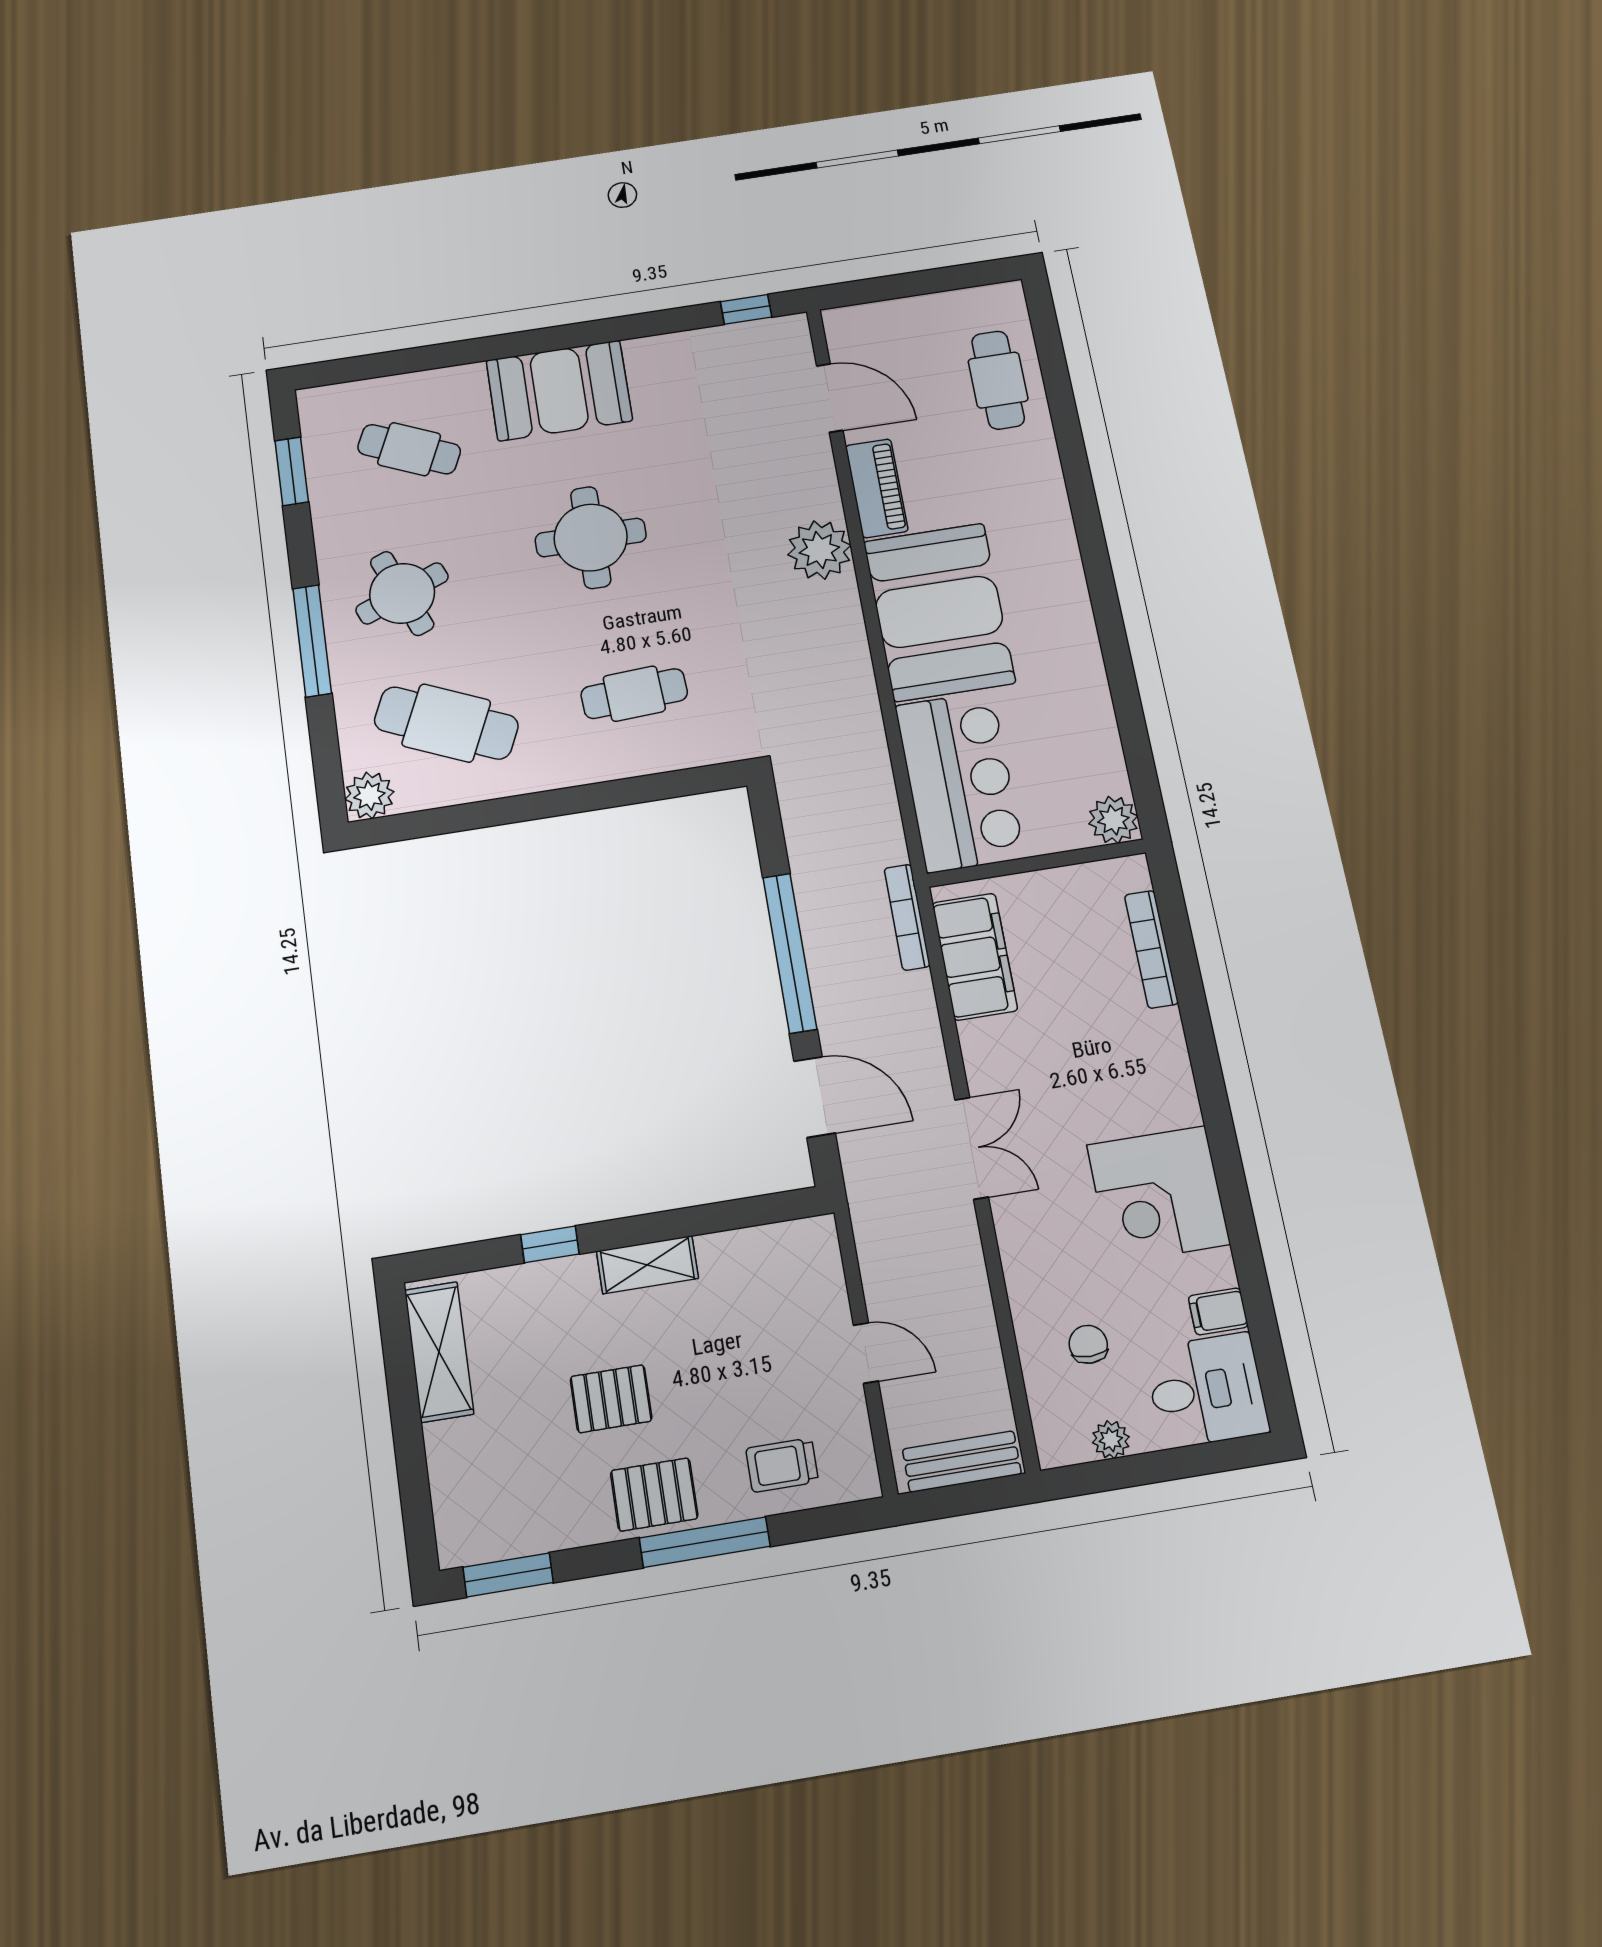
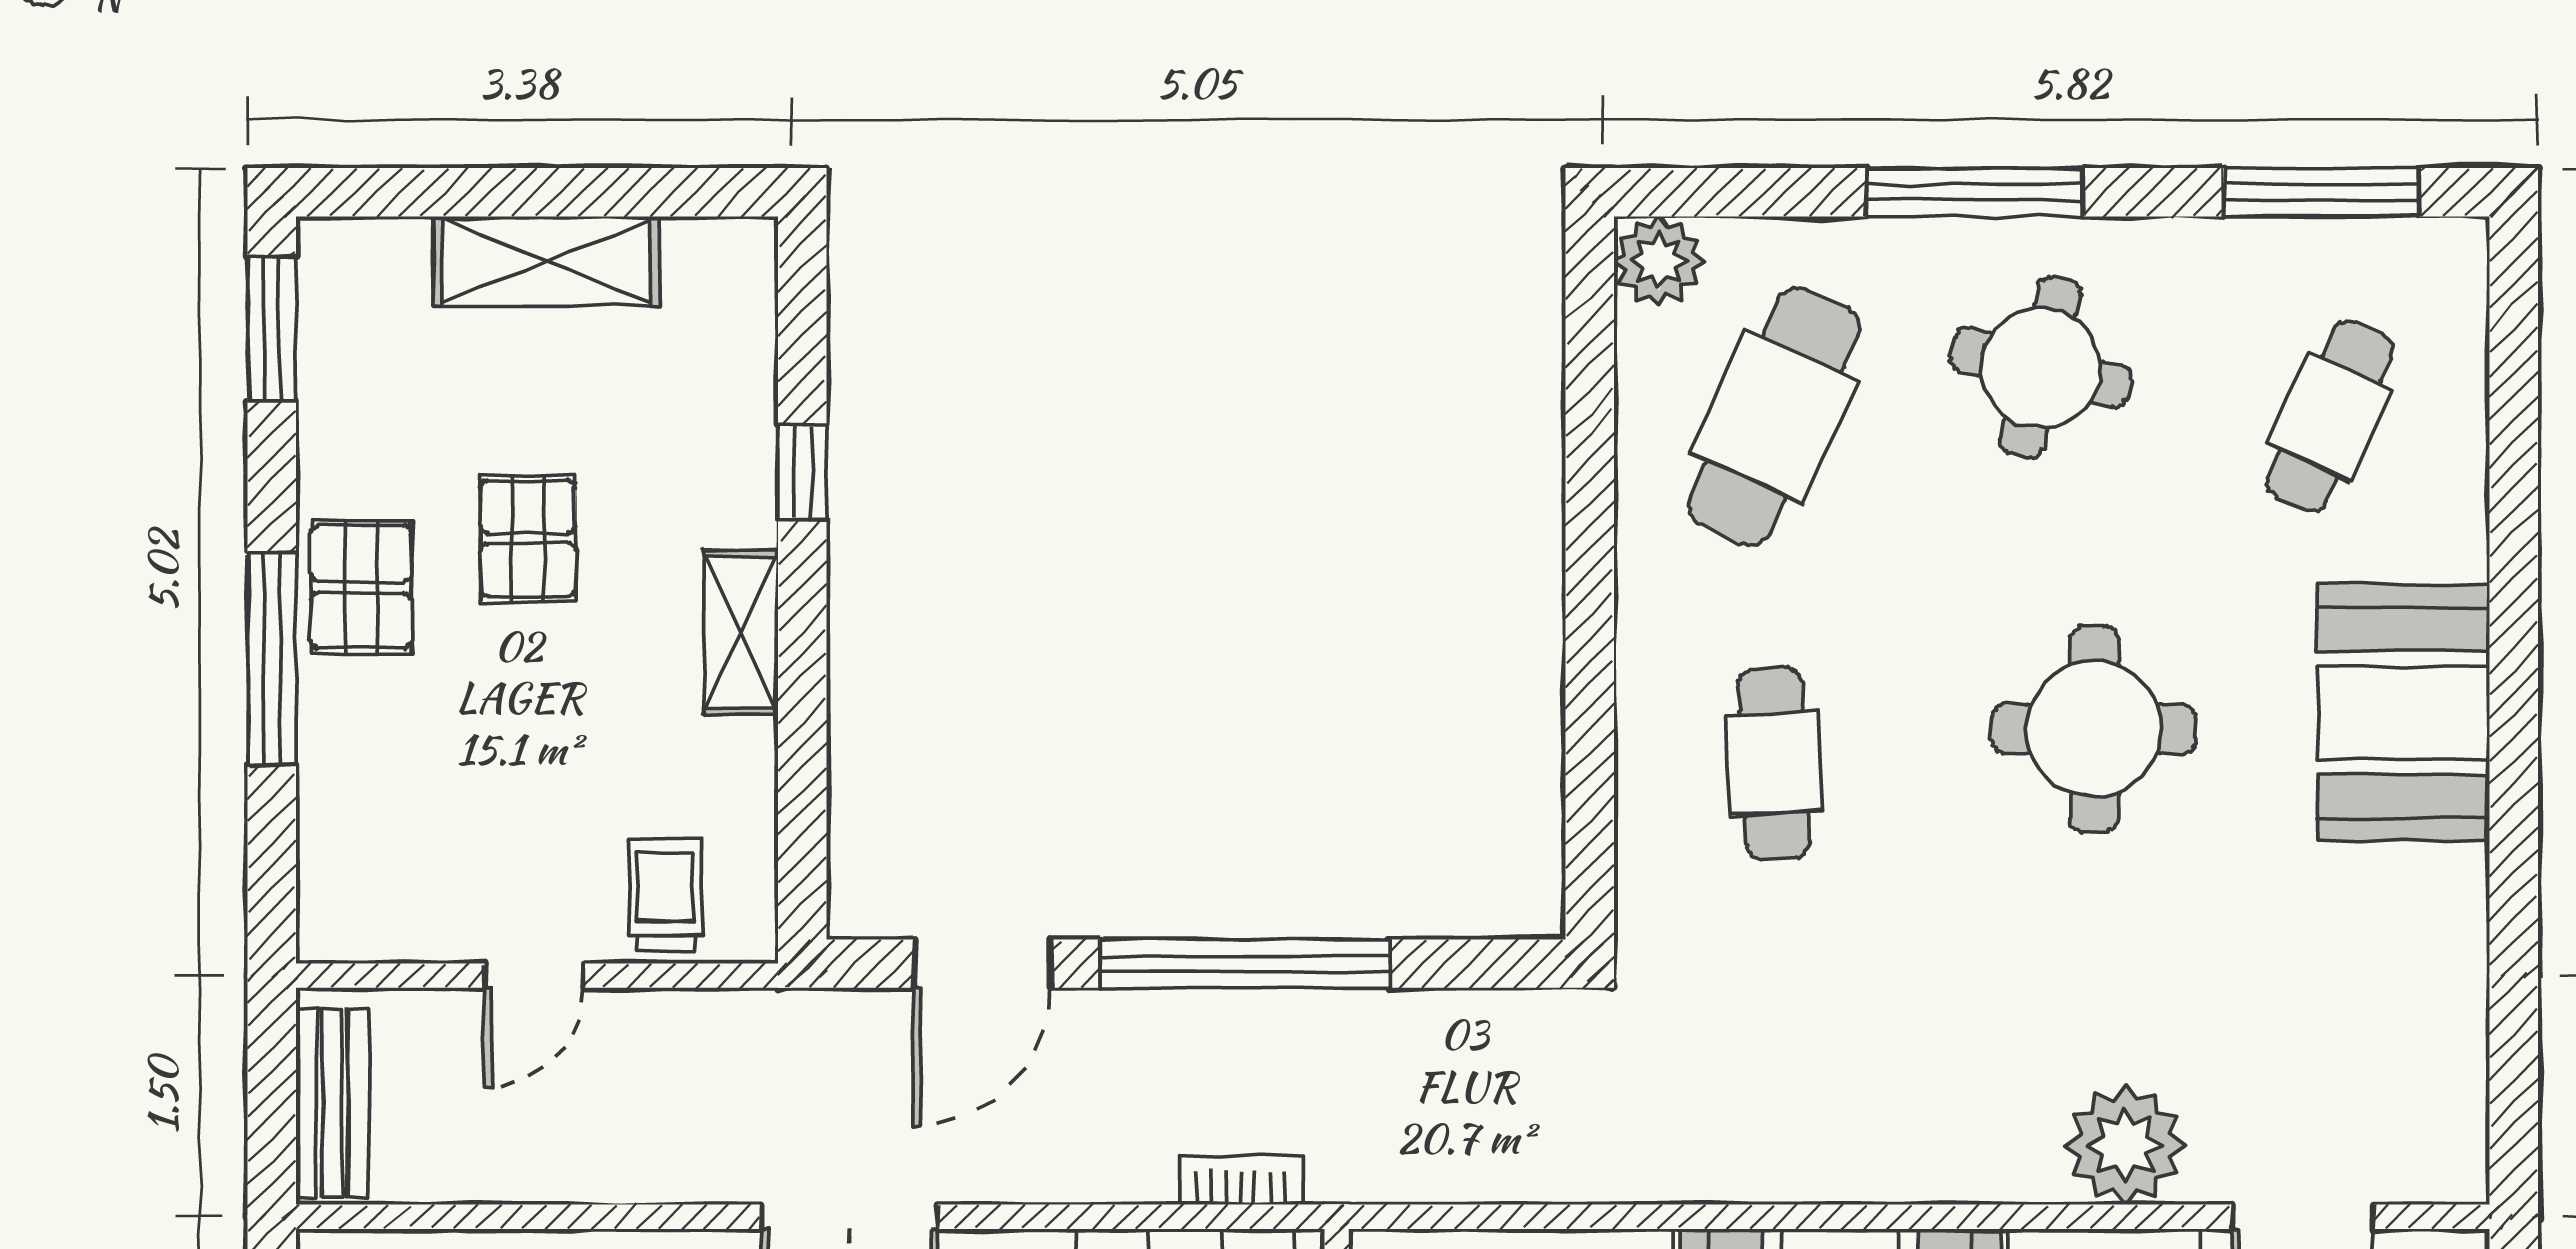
window: (746, 309) -> (2514, 1090), removed
window: (292, 471) -> (2321, 192), width x1.44
plant: (819, 550) -> (2125, 1145), moved
round table: (402, 593) -> (2041, 368), turned 36
bookcase: (907, 917) -> (1241, 1180), width x0.64
shelving: (439, 1352) -> (546, 261), moved
trolley: (782, 1465) -> (665, 895), moved

